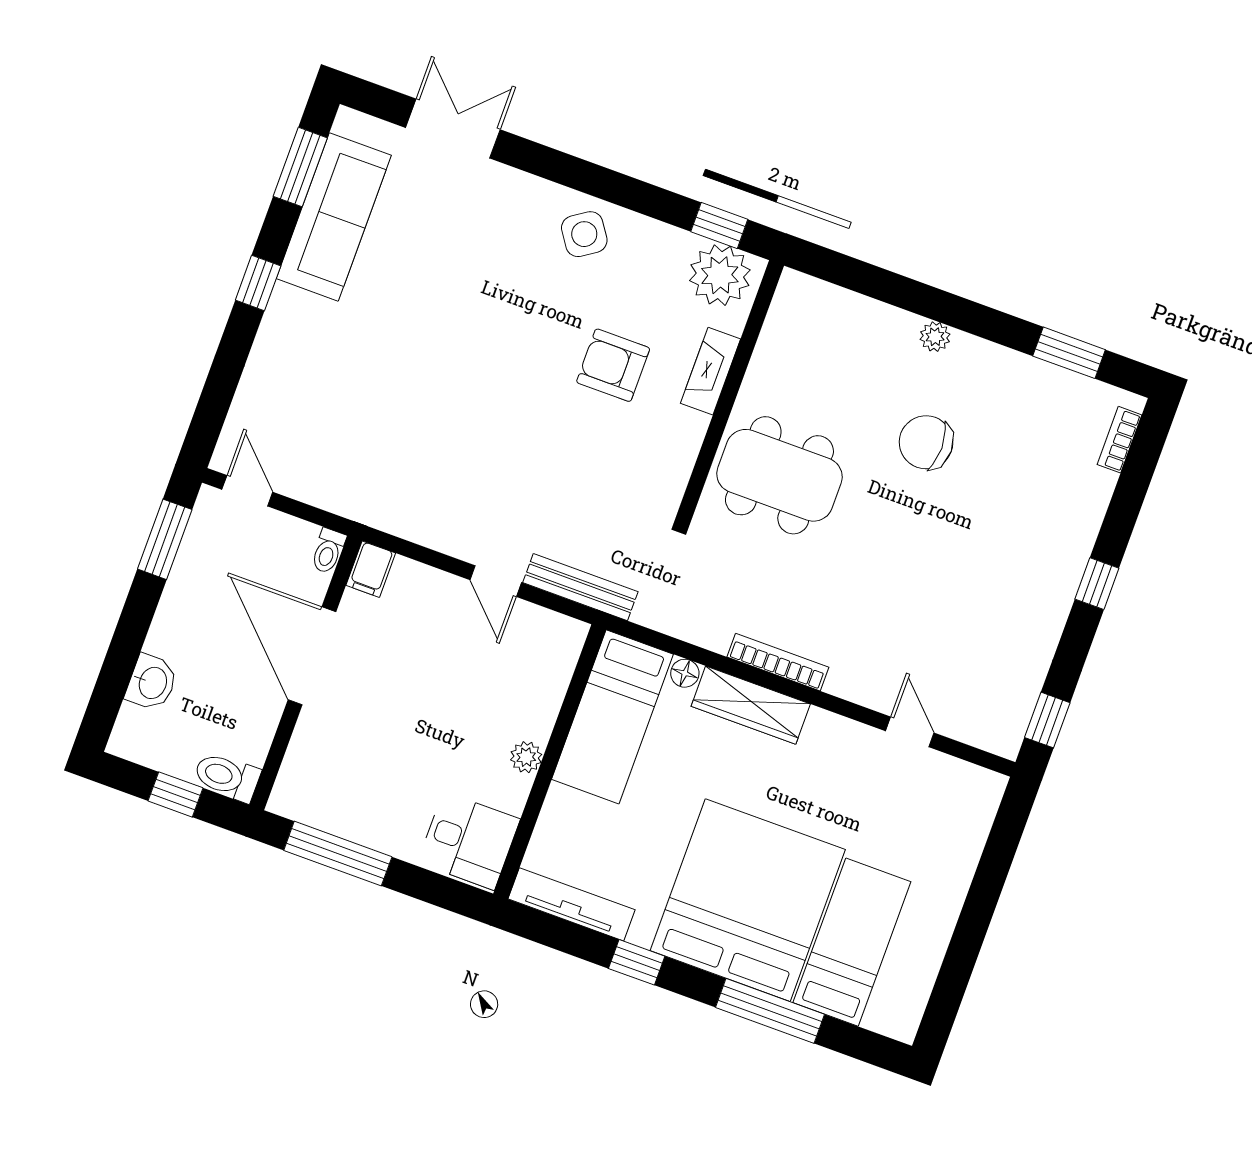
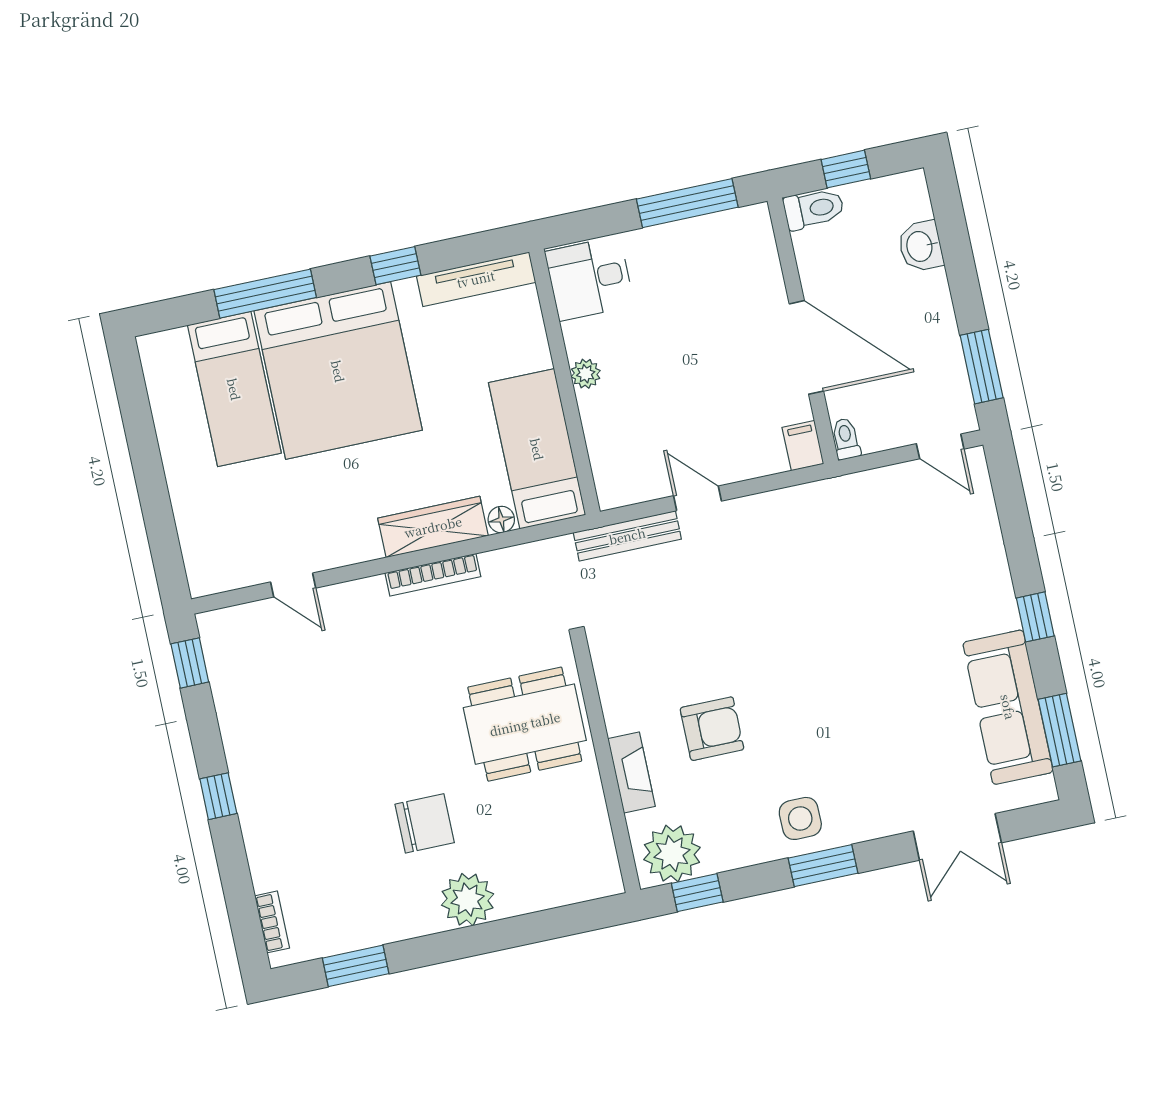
window: (590, 179) -> (823, 866), added
side table: (584, 234) -> (800, 818), turned 34
plant: (935, 337) -> (468, 900), width x1.88, depth x1.88

